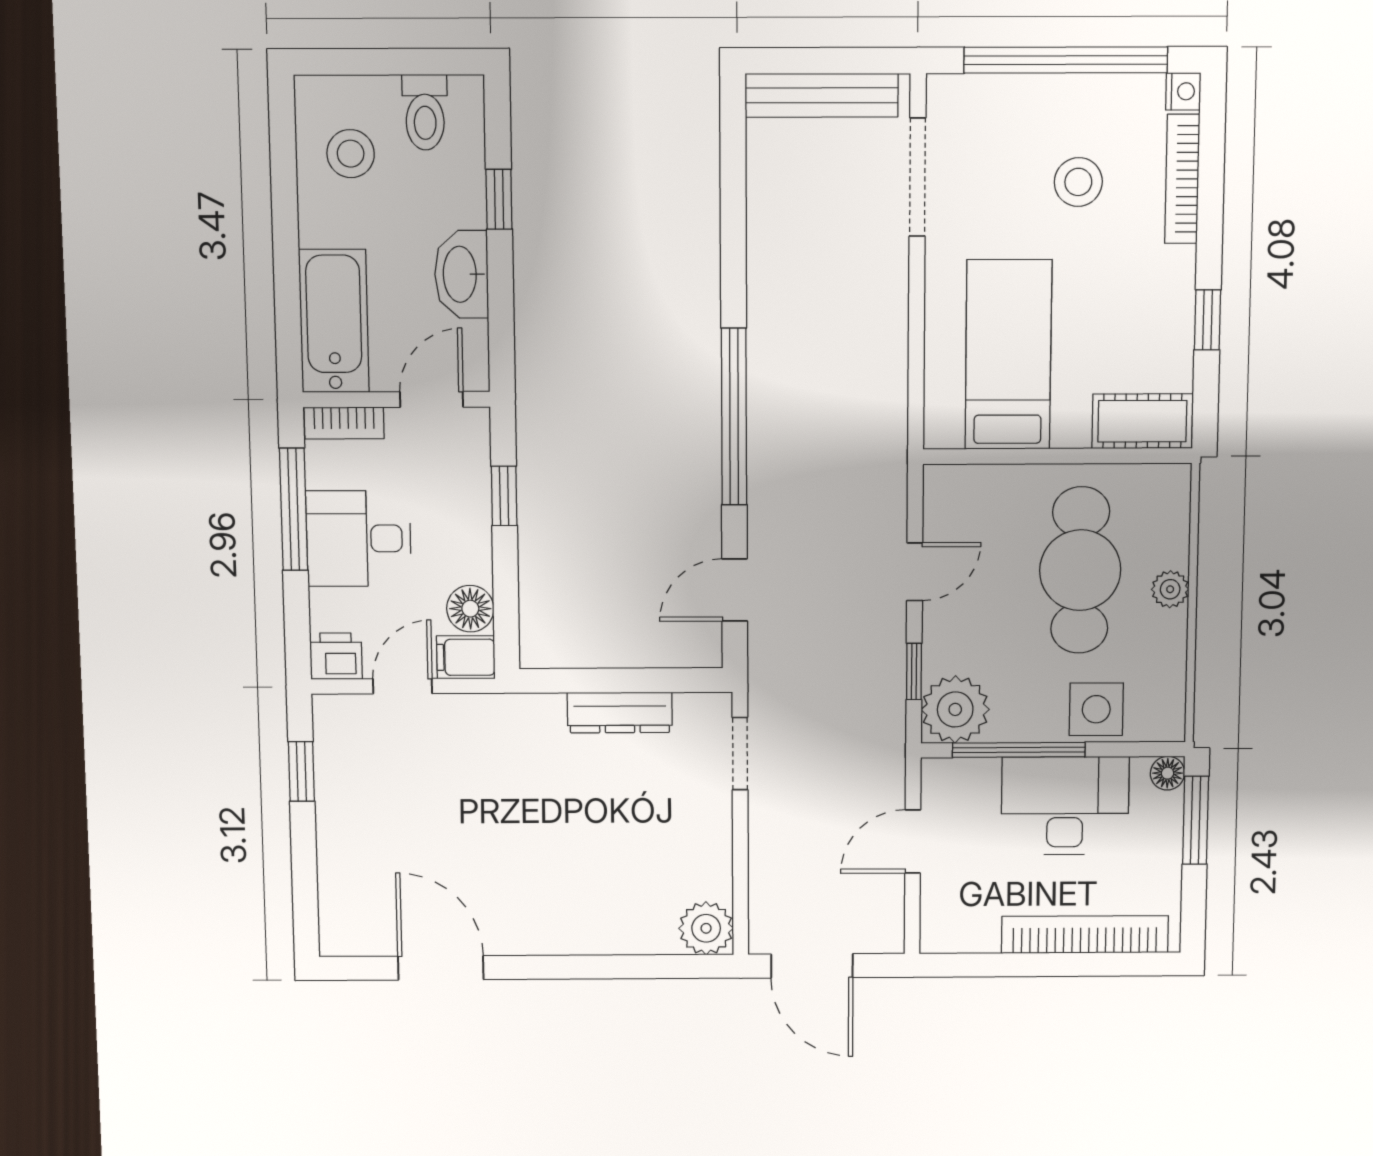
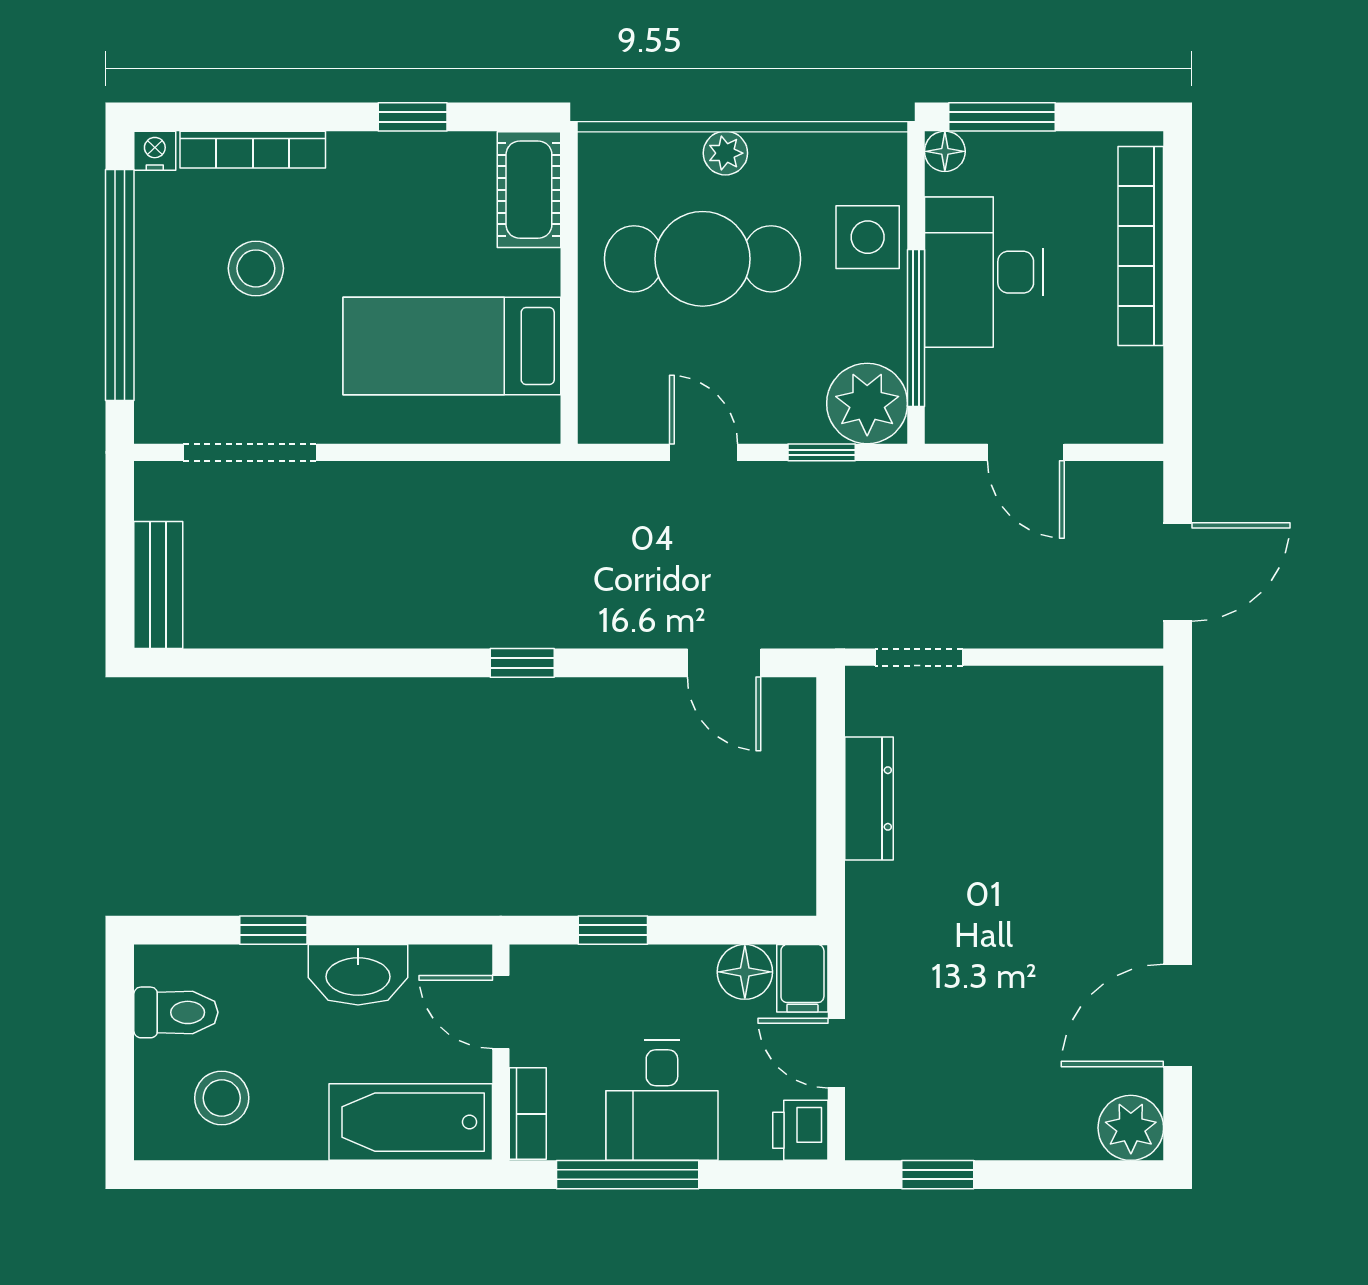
bench: (822, 95) -> (158, 585), width x0.73
window: (734, 417) -> (522, 663), width x0.32
plant: (706, 928) -> (1131, 1128), moved

